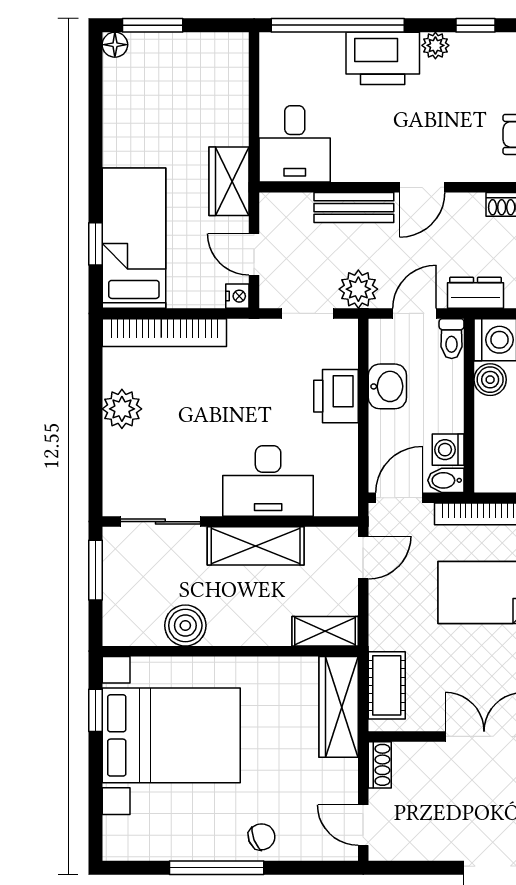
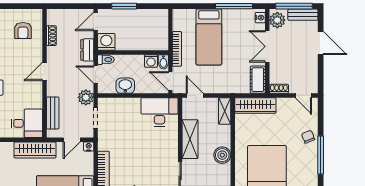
wardrobe: (229, 181) -> (35, 150), width x1.50
door: (422, 187) -> (44, 72), swing flipped
bench: (354, 208) -> (53, 113), moved
boiler: (490, 380) -> (122, 44), removed
printer: (336, 396) -> (129, 107), removed
desk: (268, 481) -> (159, 112), moved, turned -90
boiler: (185, 625) -> (222, 155), moved
cot: (387, 685) -> (258, 80), moved, turned 90
door: (363, 825) -> (303, 95), hinge flipped

